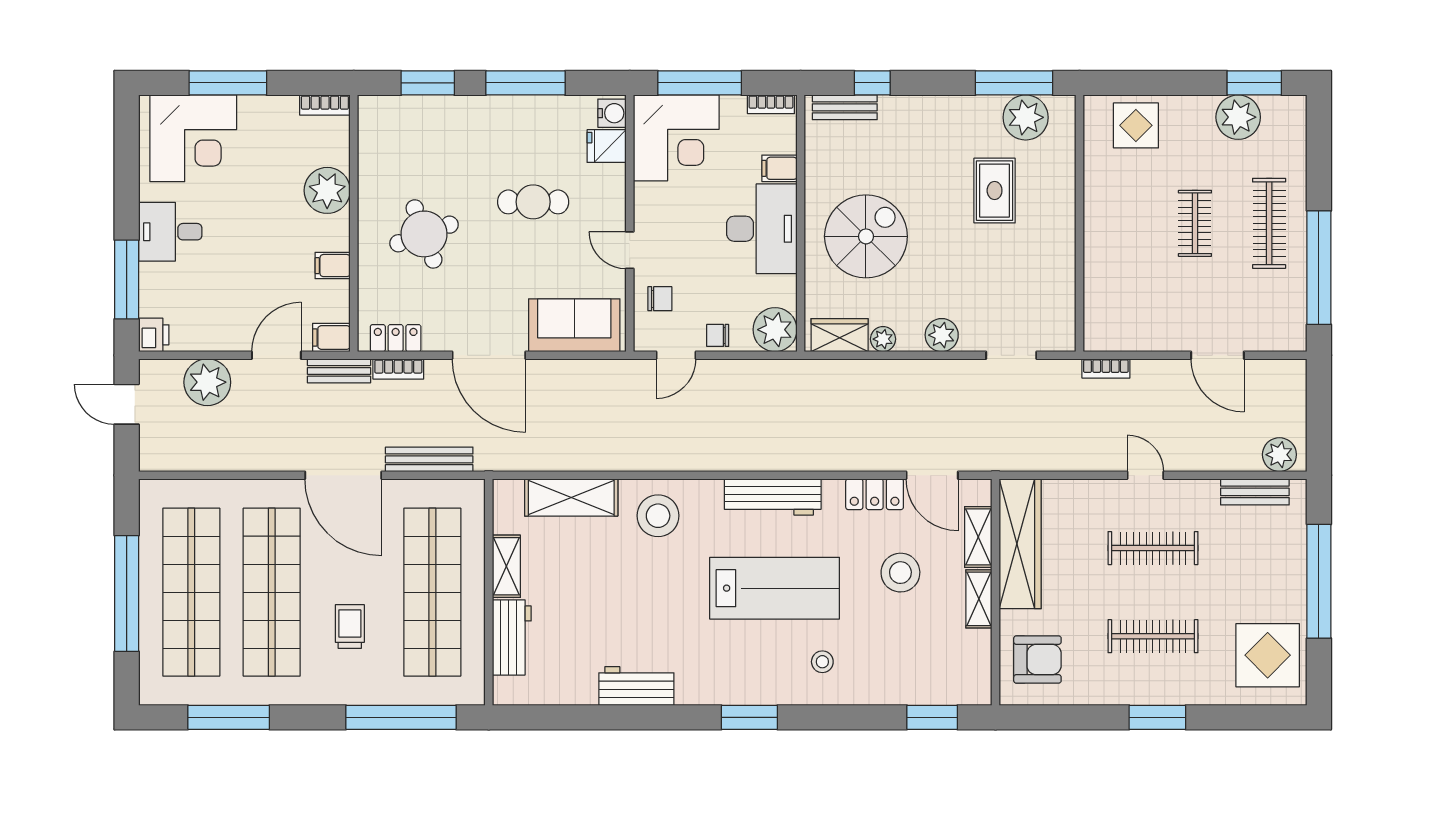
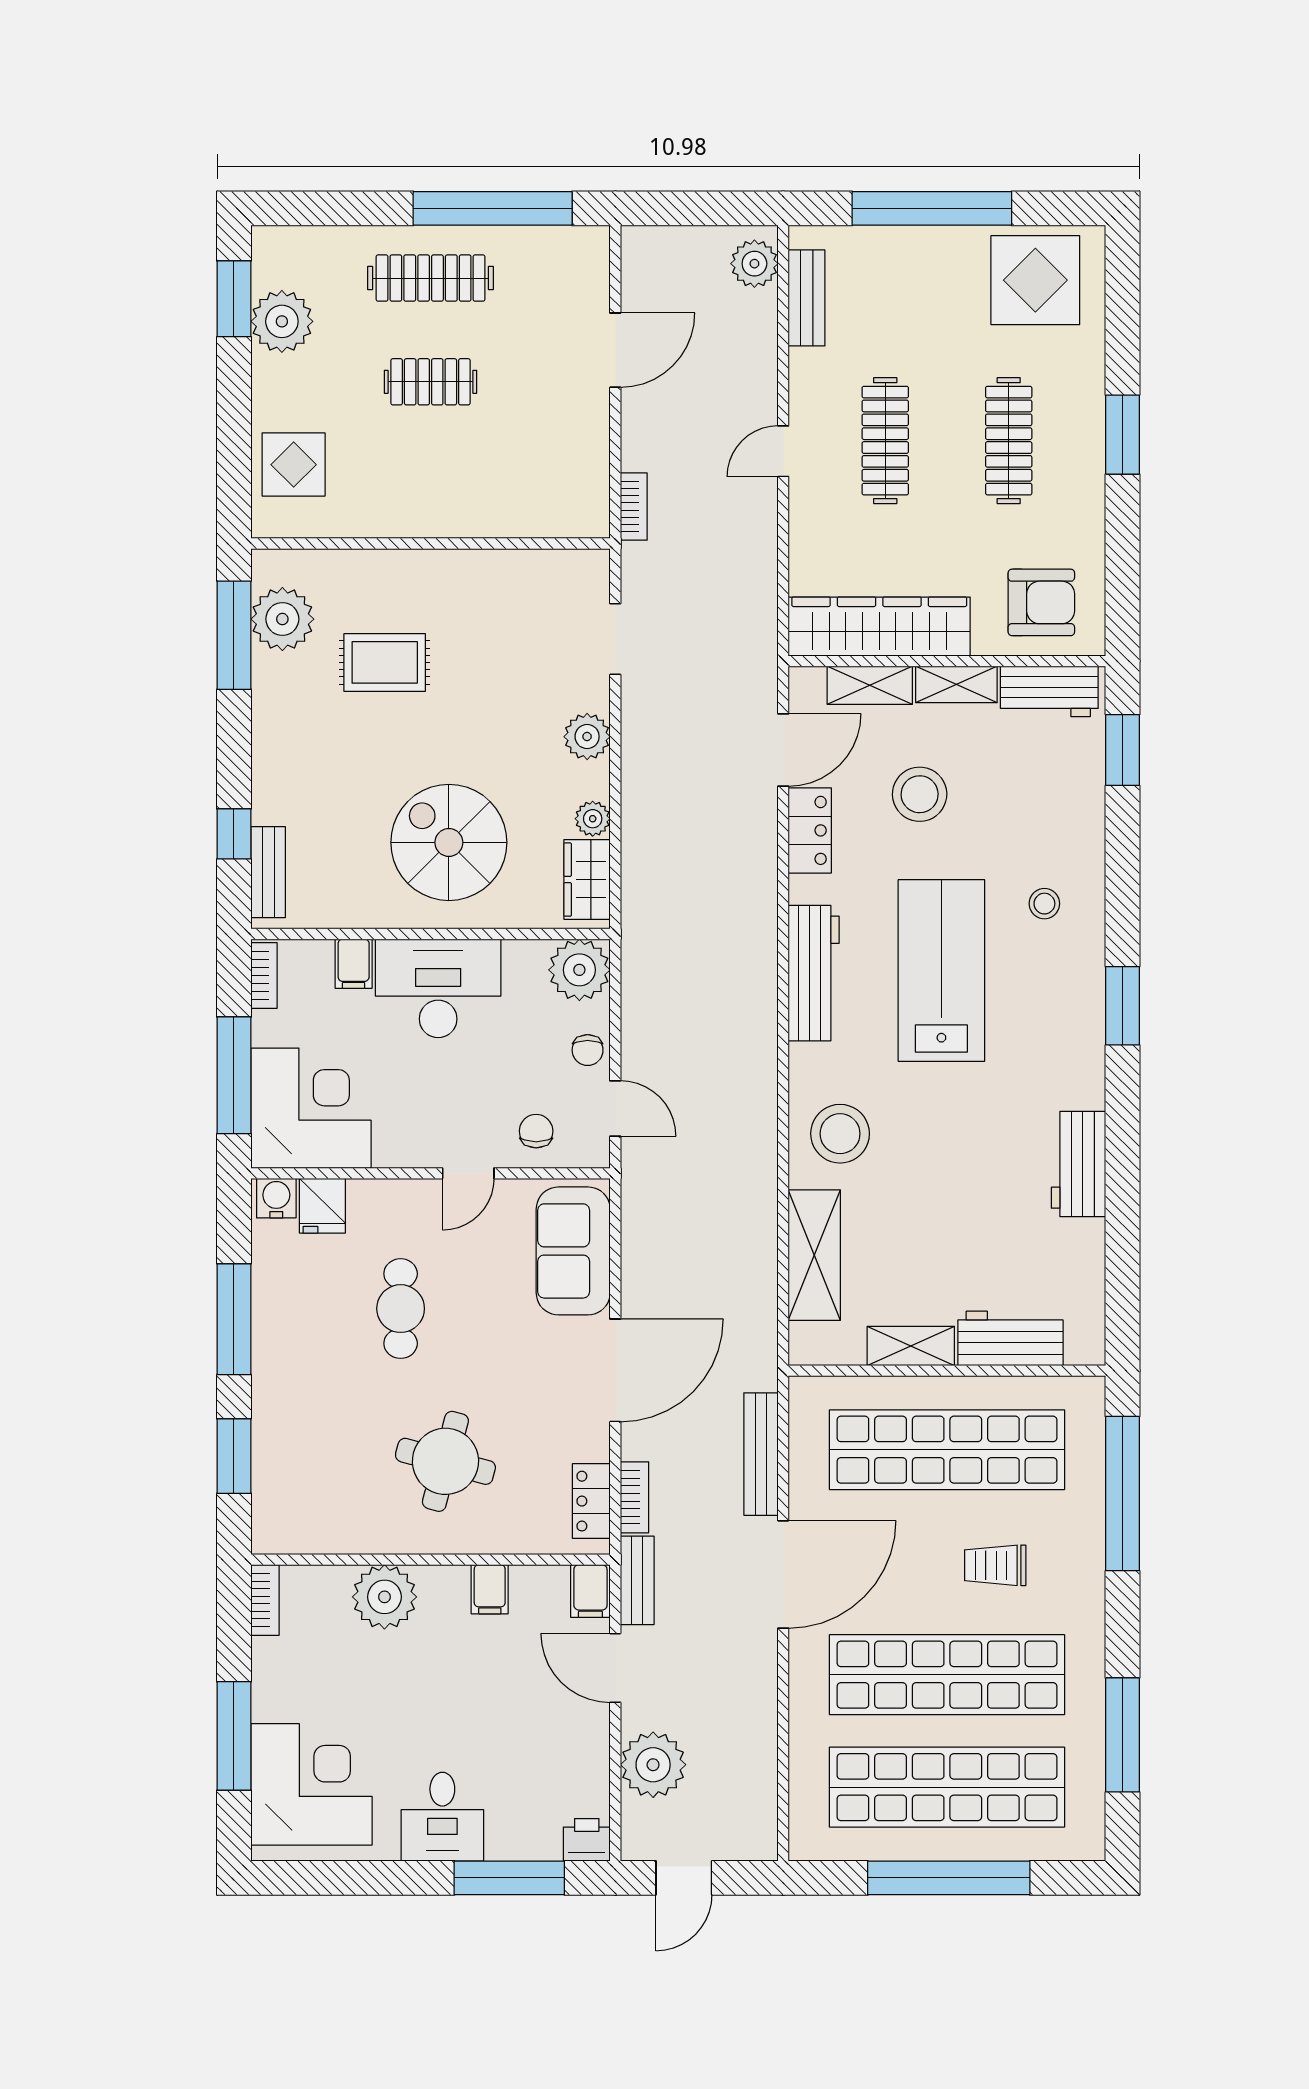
round table: (424, 234) -> (445, 1461), turned 35
armchair: (1037, 660) -> (1041, 602), turned 90
workbench: (974, 665) -> (1049, 691), added

